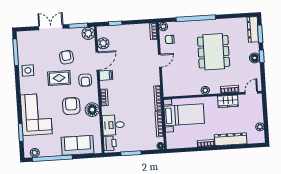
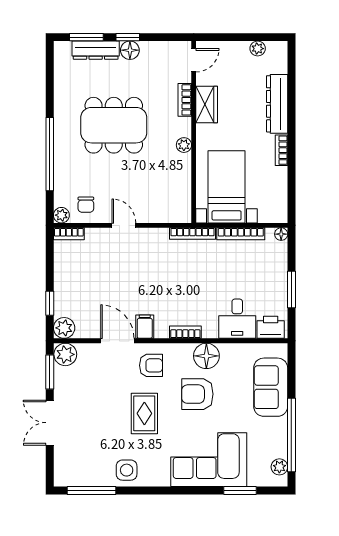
dresser: (253, 29) -> (96, 50), moved
plant: (103, 43) -> (64, 328), moved
armchair: (67, 57) -> (107, 397), removed
door: (251, 93) -> (194, 60), swing flipped

